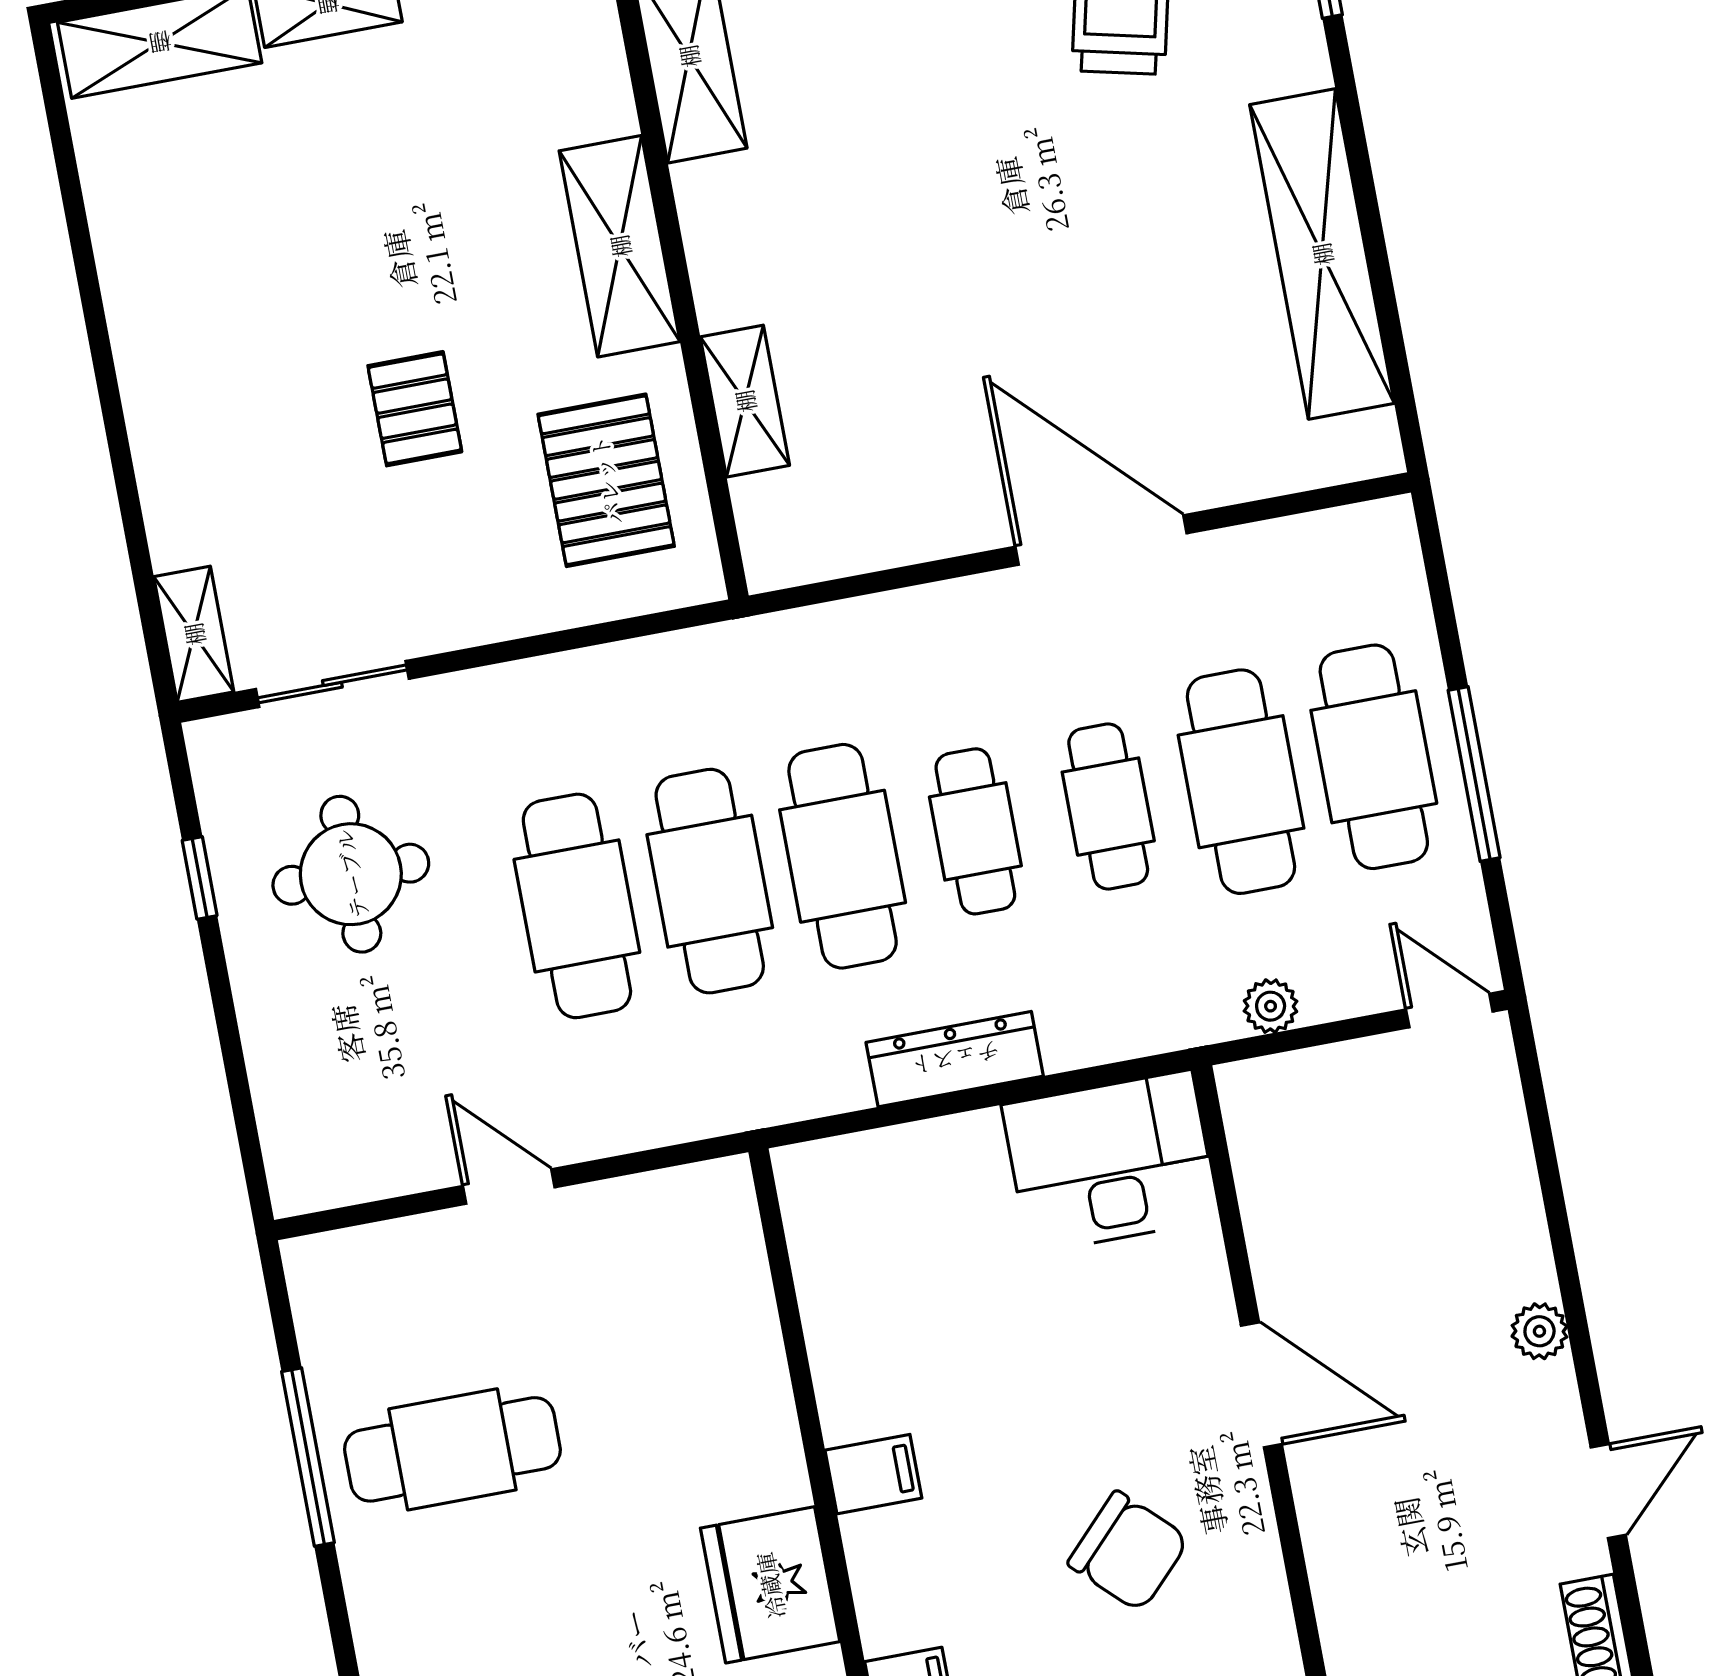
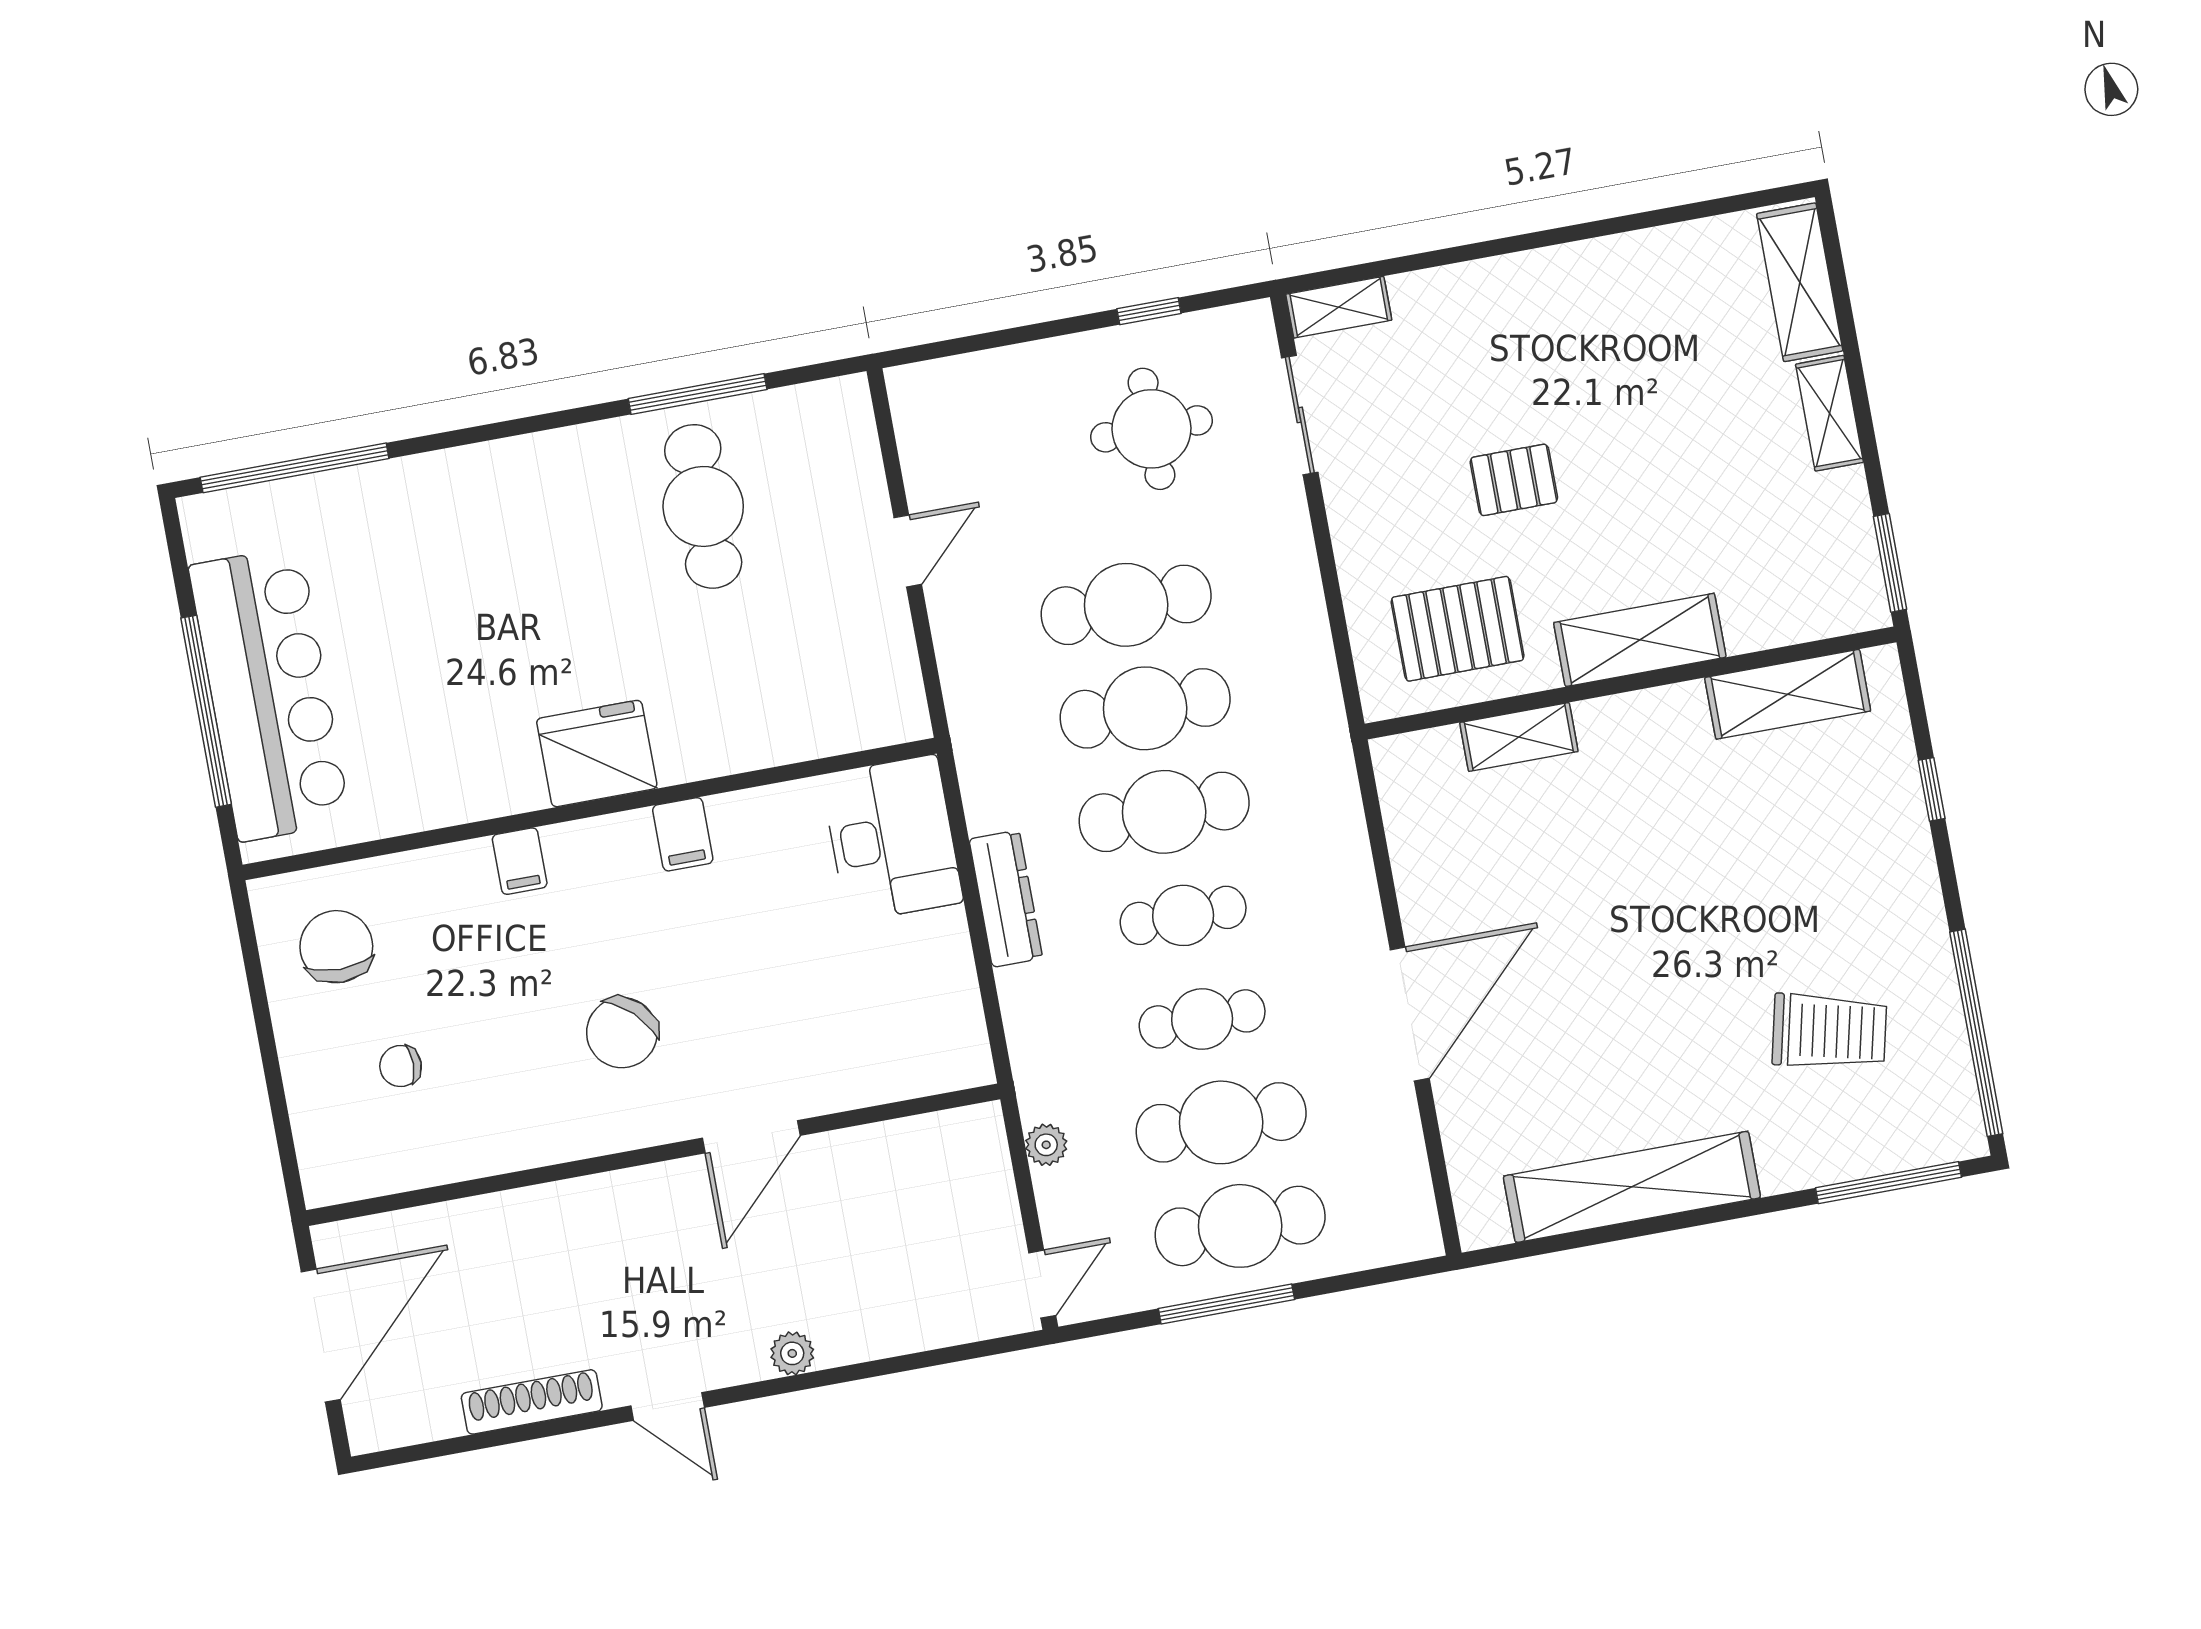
desk: (1110, 1162) -> (892, 839), moved

